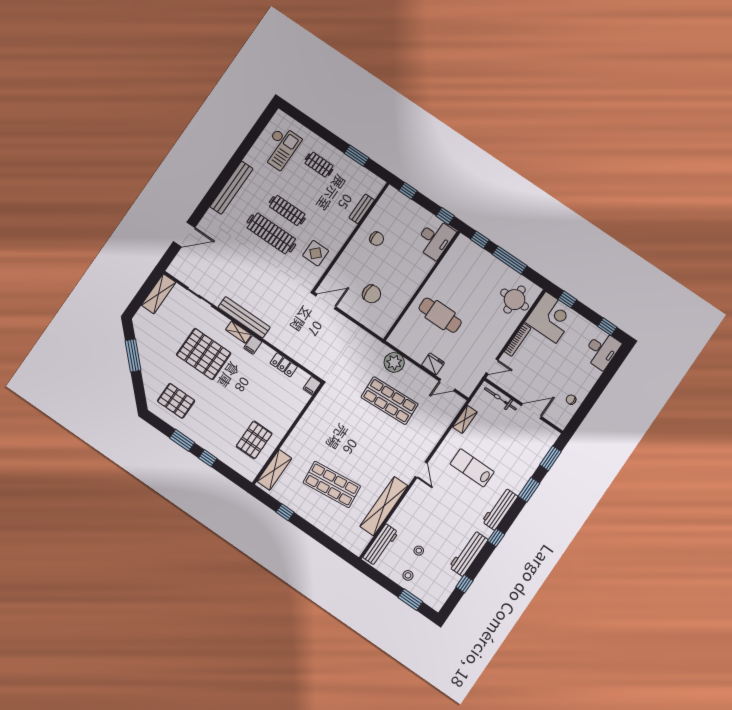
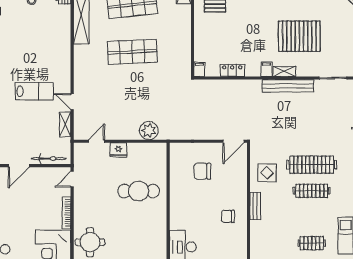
bench: (362, 209) -> (255, 206), moved
shop shelf: (390, 401) -> (132, 52), moved
door: (421, 470) -> (72, 102), moved

